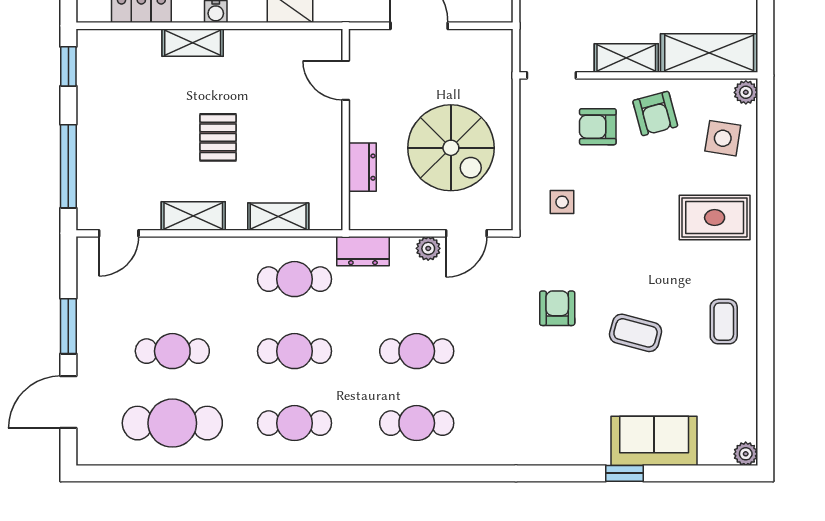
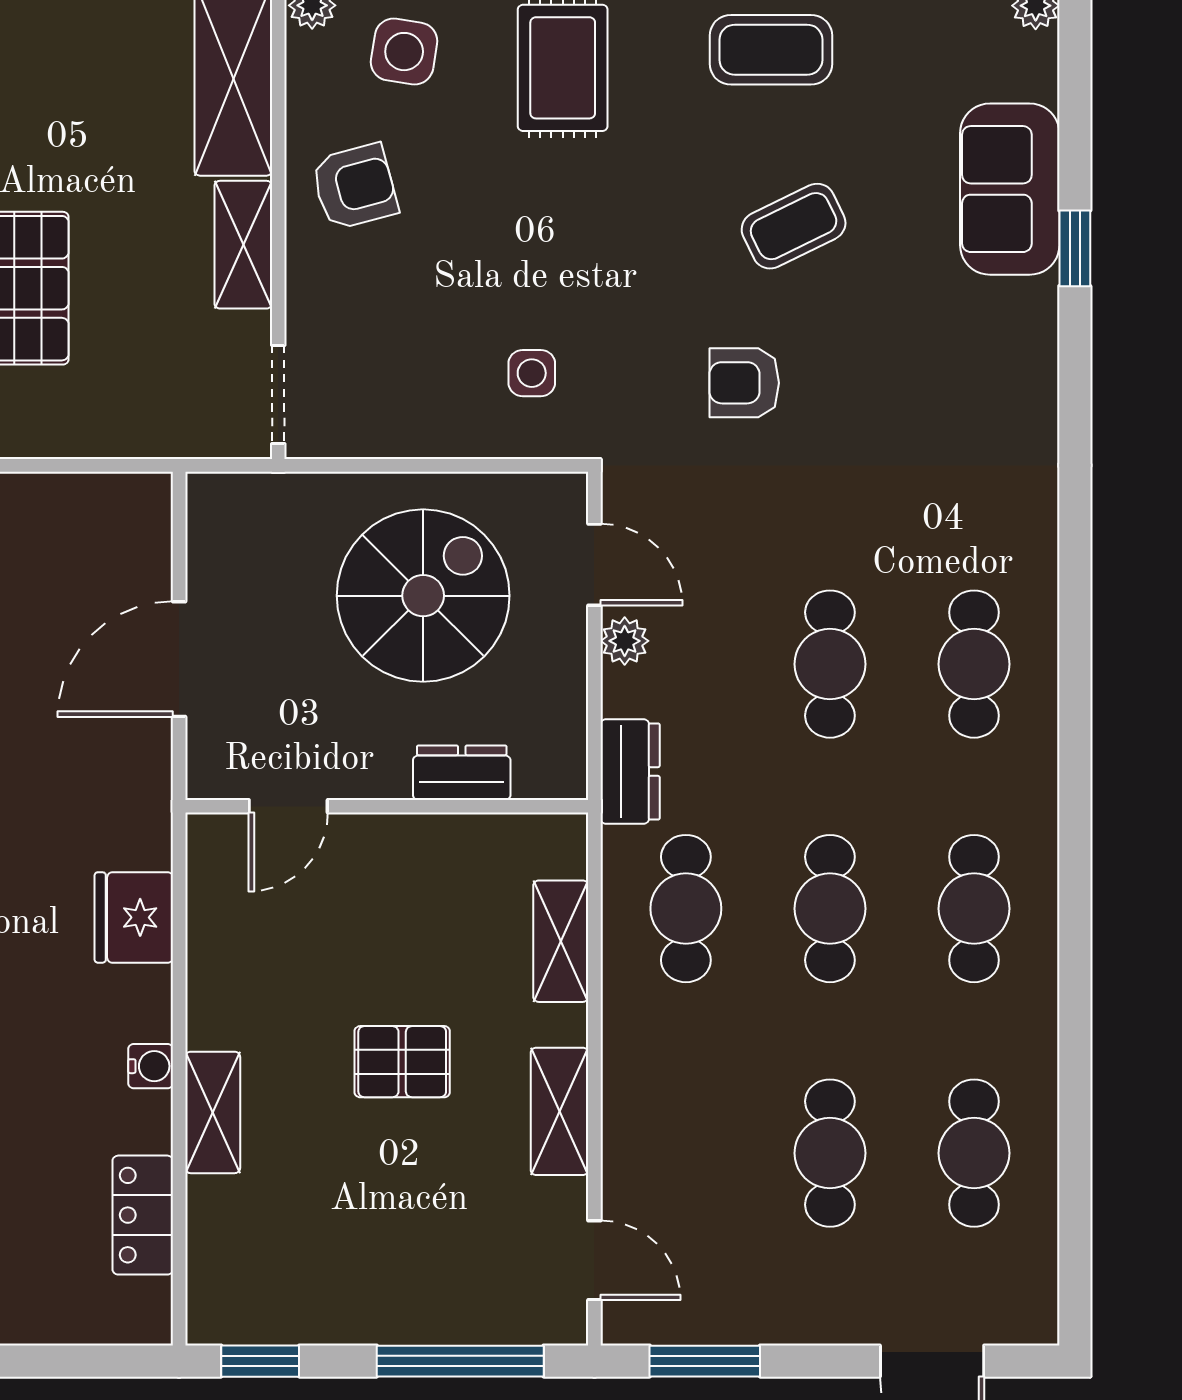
armchair: (598, 127) -> (381, 302), removed
coffee table: (724, 322) -> (771, 50), width x1.36, depth x1.30
window: (68, 326) -> (705, 1361), moved
coffee table: (636, 333) -> (794, 226), turned 49
cafe table: (172, 423) -> (974, 1153), width x0.73, depth x0.74

